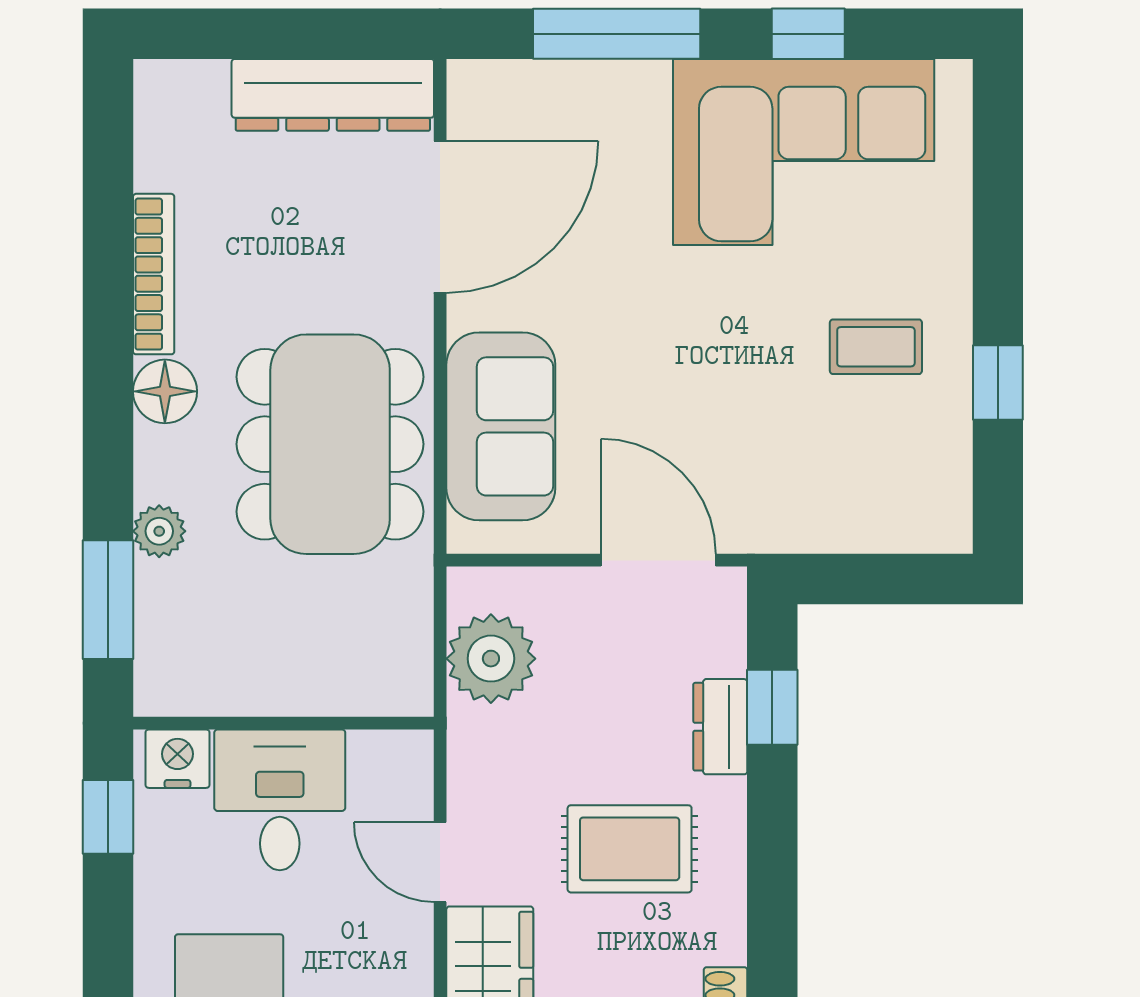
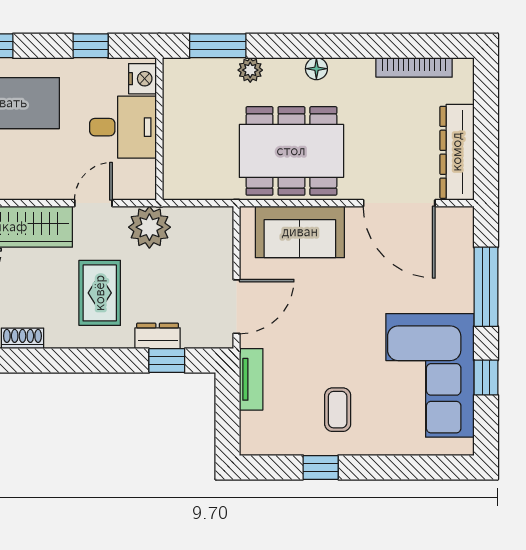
bookcase: (154, 274) -> (414, 67), moved
floor lamp: (165, 391) -> (316, 69), width x0.73, depth x0.73
tv unit: (812, 529) -> (251, 379), added
plant: (491, 659) -> (149, 227), moved
window: (108, 817) -> (91, 46), moved

